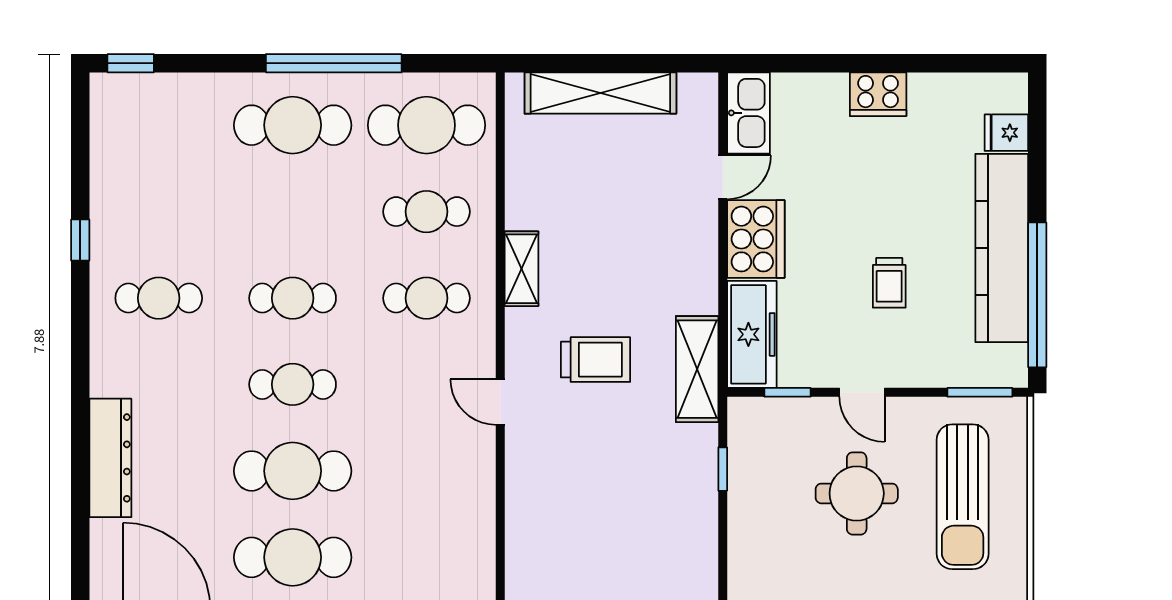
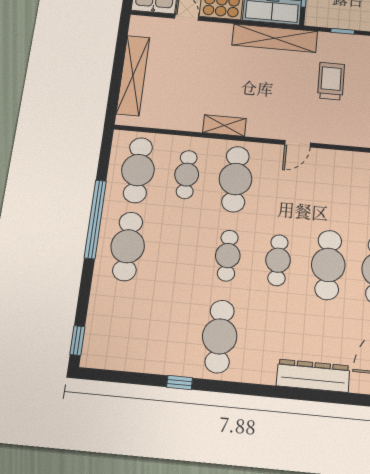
cafe table: (159, 298) -> (220, 336), width x1.37, depth x1.35
cafe table: (426, 298) -> (235, 179), width x1.37, depth x1.35
trolley: (595, 360) -> (331, 81), moved
shelving: (697, 369) -> (275, 38), width x1.47

